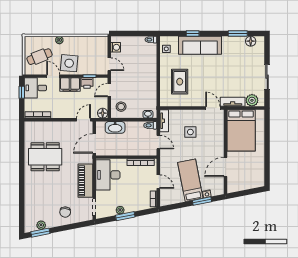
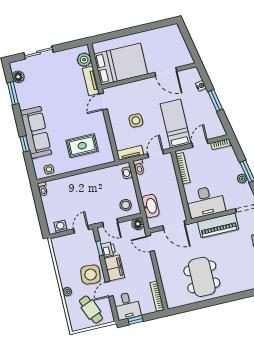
sliding door: (267, 77) -> (39, 53), moved
bed: (190, 180) -> (176, 124), moved, turned 101
window: (202, 201) -> (215, 100), moved

